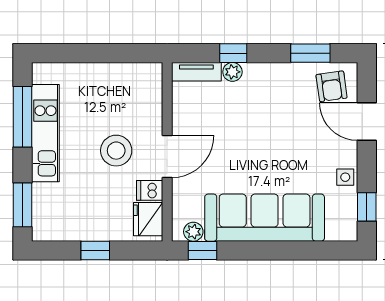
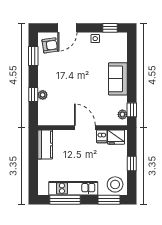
tv unit: (196, 72) -> (43, 113), removed
kitchen counter: (133, 77) -> (45, 144), added
stool: (116, 151) -> (115, 184), moved
sofa: (265, 218) -> (118, 79), width x0.54, depth x0.79

